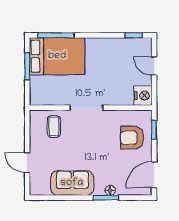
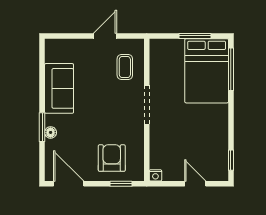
door: (154, 66) -> (195, 184), hinge flipped
nightstand: (143, 96) -> (155, 175), width x0.53, depth x0.56
coffee table: (54, 127) -> (125, 67), turned 90
door: (27, 163) -> (105, 36), moved

